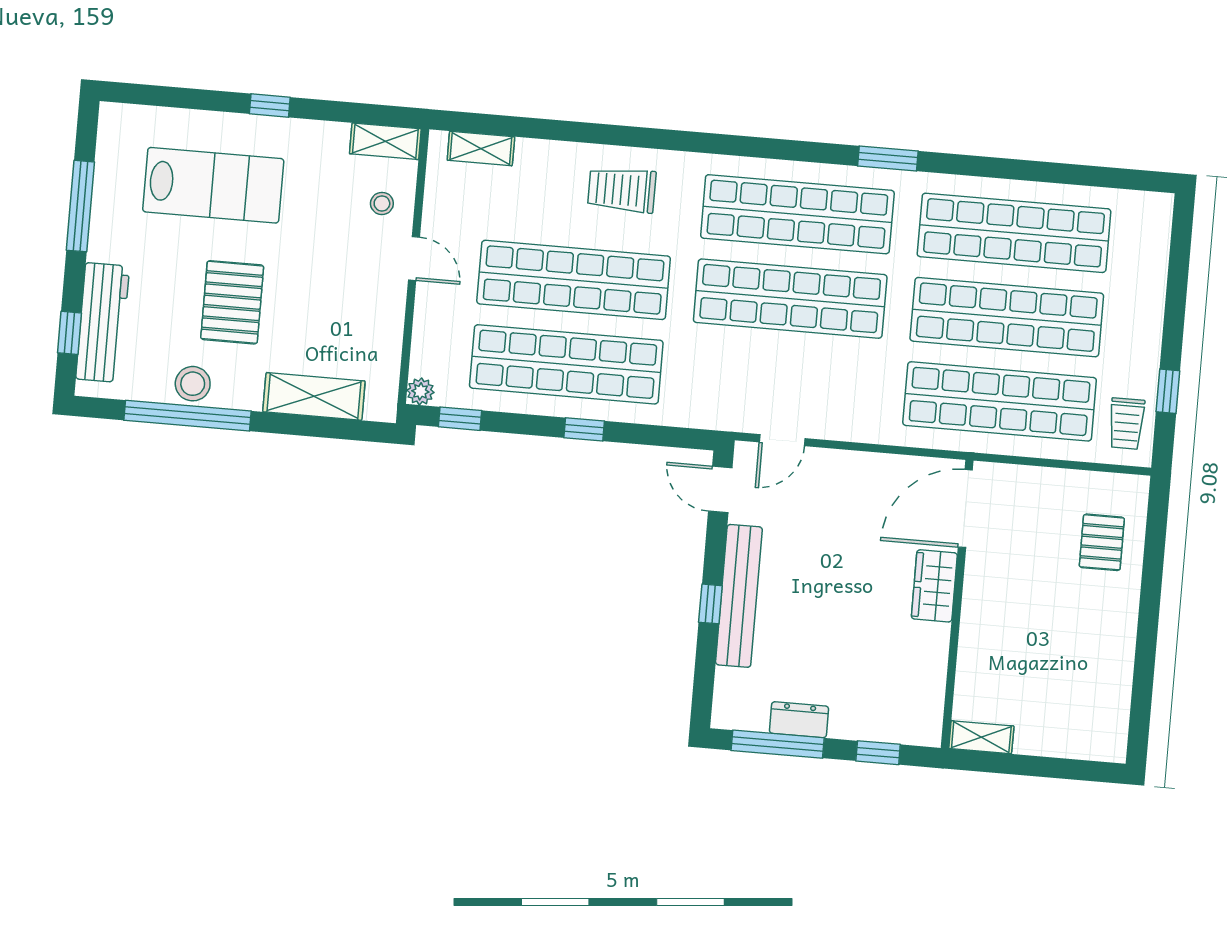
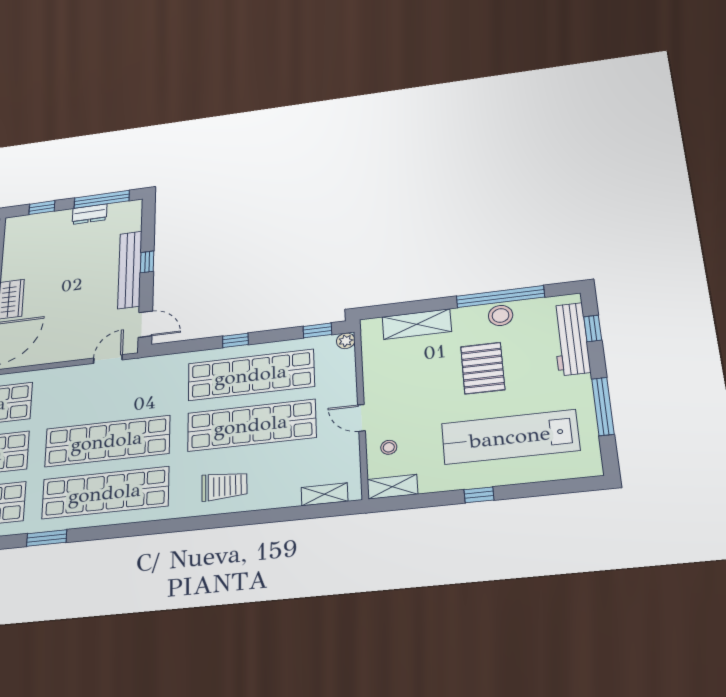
lab bench: (213, 185) -> (510, 437), width x1.36

